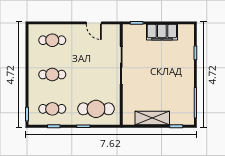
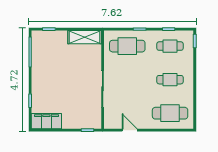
filing cabinet: (162, 32) -> (46, 121), moved
cafe table: (52, 40) -> (170, 113), width x1.37, depth x1.35
shelving: (152, 118) -> (85, 37), moved

